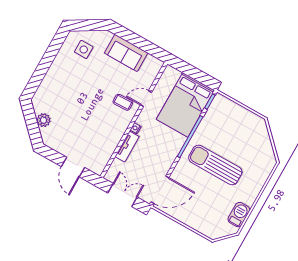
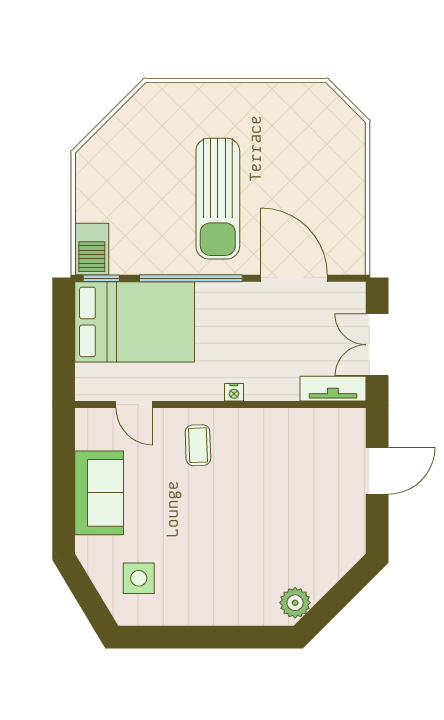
door: (146, 99) -> (134, 405), moved
plant: (43, 120) -> (295, 603), moved
tv unit: (127, 147) -> (333, 389), moved
door: (160, 190) -> (294, 278), moved
barbecue: (239, 215) -> (92, 249), moved, turned -90

